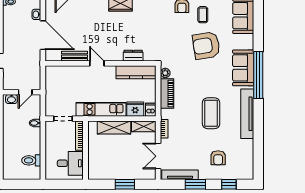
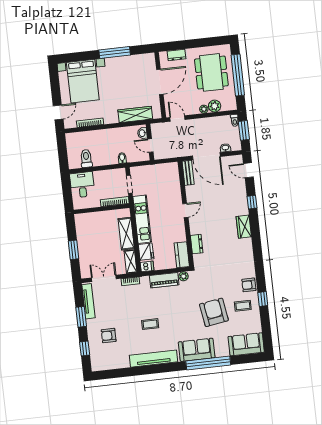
door: (43, 35) -> (206, 156), hinge flipped
bench: (74, 56) -> (188, 173), moved
kitchen counter: (136, 72) -> (182, 255), width x0.67
window: (258, 75) -> (208, 363), moved
coffee table: (211, 113) -> (150, 324), width x0.54, depth x0.58
desk: (70, 163) -> (82, 185), moved, turned 180

